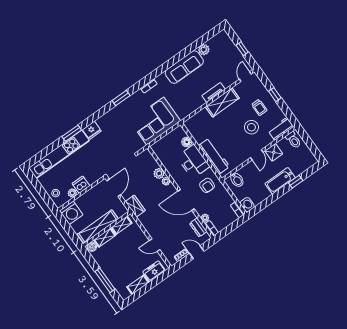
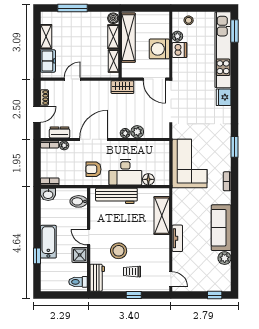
window: (242, 49) -> (215, 295), moved
shelving: (222, 103) -> (162, 216), moved
window: (72, 133) -> (235, 31), moved
washing machine: (71, 213) -> (159, 49), moved

